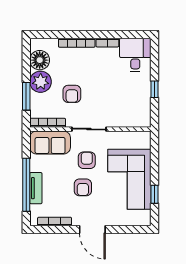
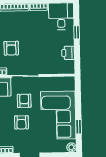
window: (155, 89) -> (77, 32), moved
printer: (143, 101) -> (68, 53), added
plant: (145, 220) -> (71, 147), added

